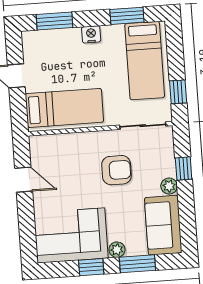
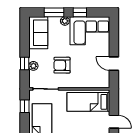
plant: (169, 186) -> (33, 66), moved

